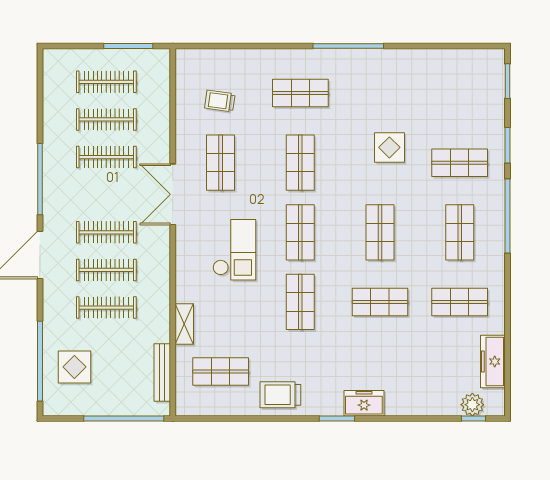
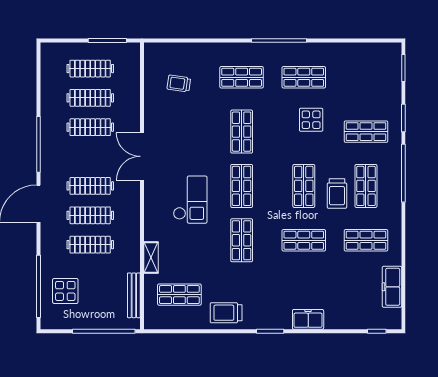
shop shelf: (221, 163) -> (304, 77), moved, turned 90
trolley: (423, 242) -> (337, 194), added
freezer: (364, 403) -> (308, 319), moved
plant: (472, 405) -> (376, 320), removed

